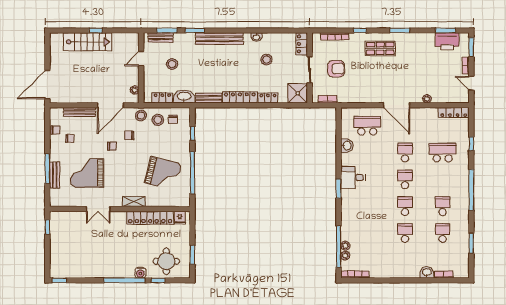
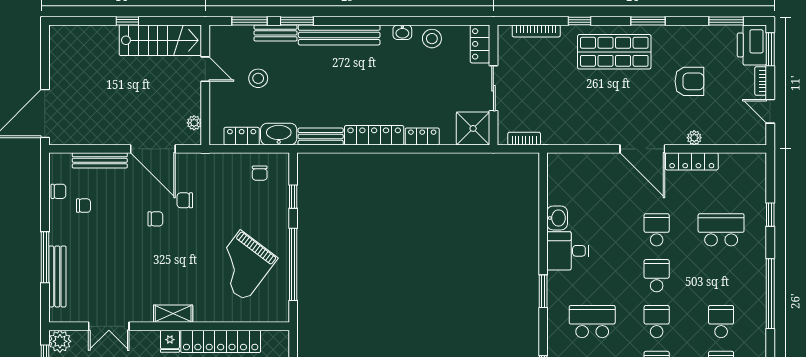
bench: (161, 38) -> (276, 33), moved
printer: (447, 41) -> (752, 45), moved, turned 90
stairs: (88, 42) -> (160, 40), moved
shop shelf: (380, 49) -> (614, 52), width x1.43, depth x1.36
door: (141, 59) -> (205, 69), swing flipped
stool: (267, 59) -> (432, 39), moved
armchair: (336, 69) -> (689, 81), moved
door: (111, 105) -> (153, 149), hinge flipped
locker: (454, 113) -> (692, 161), moved
stool: (141, 116) -> (205, 166), removed
stool: (158, 120) -> (234, 174), removed
school desk: (367, 126) -> (592, 322), moved
grand piano: (87, 173) -> (113, 265), removed
grand piano: (163, 173) -> (243, 266), turned 113
bench: (55, 175) -> (57, 276), width x1.36
desk: (353, 177) -> (568, 251), moved
shelving: (134, 202) -> (173, 314), moved
double door: (98, 209) -> (109, 326), moved
plant: (56, 218) -> (60, 341), added
fridge: (180, 218) -> (170, 341), moved

